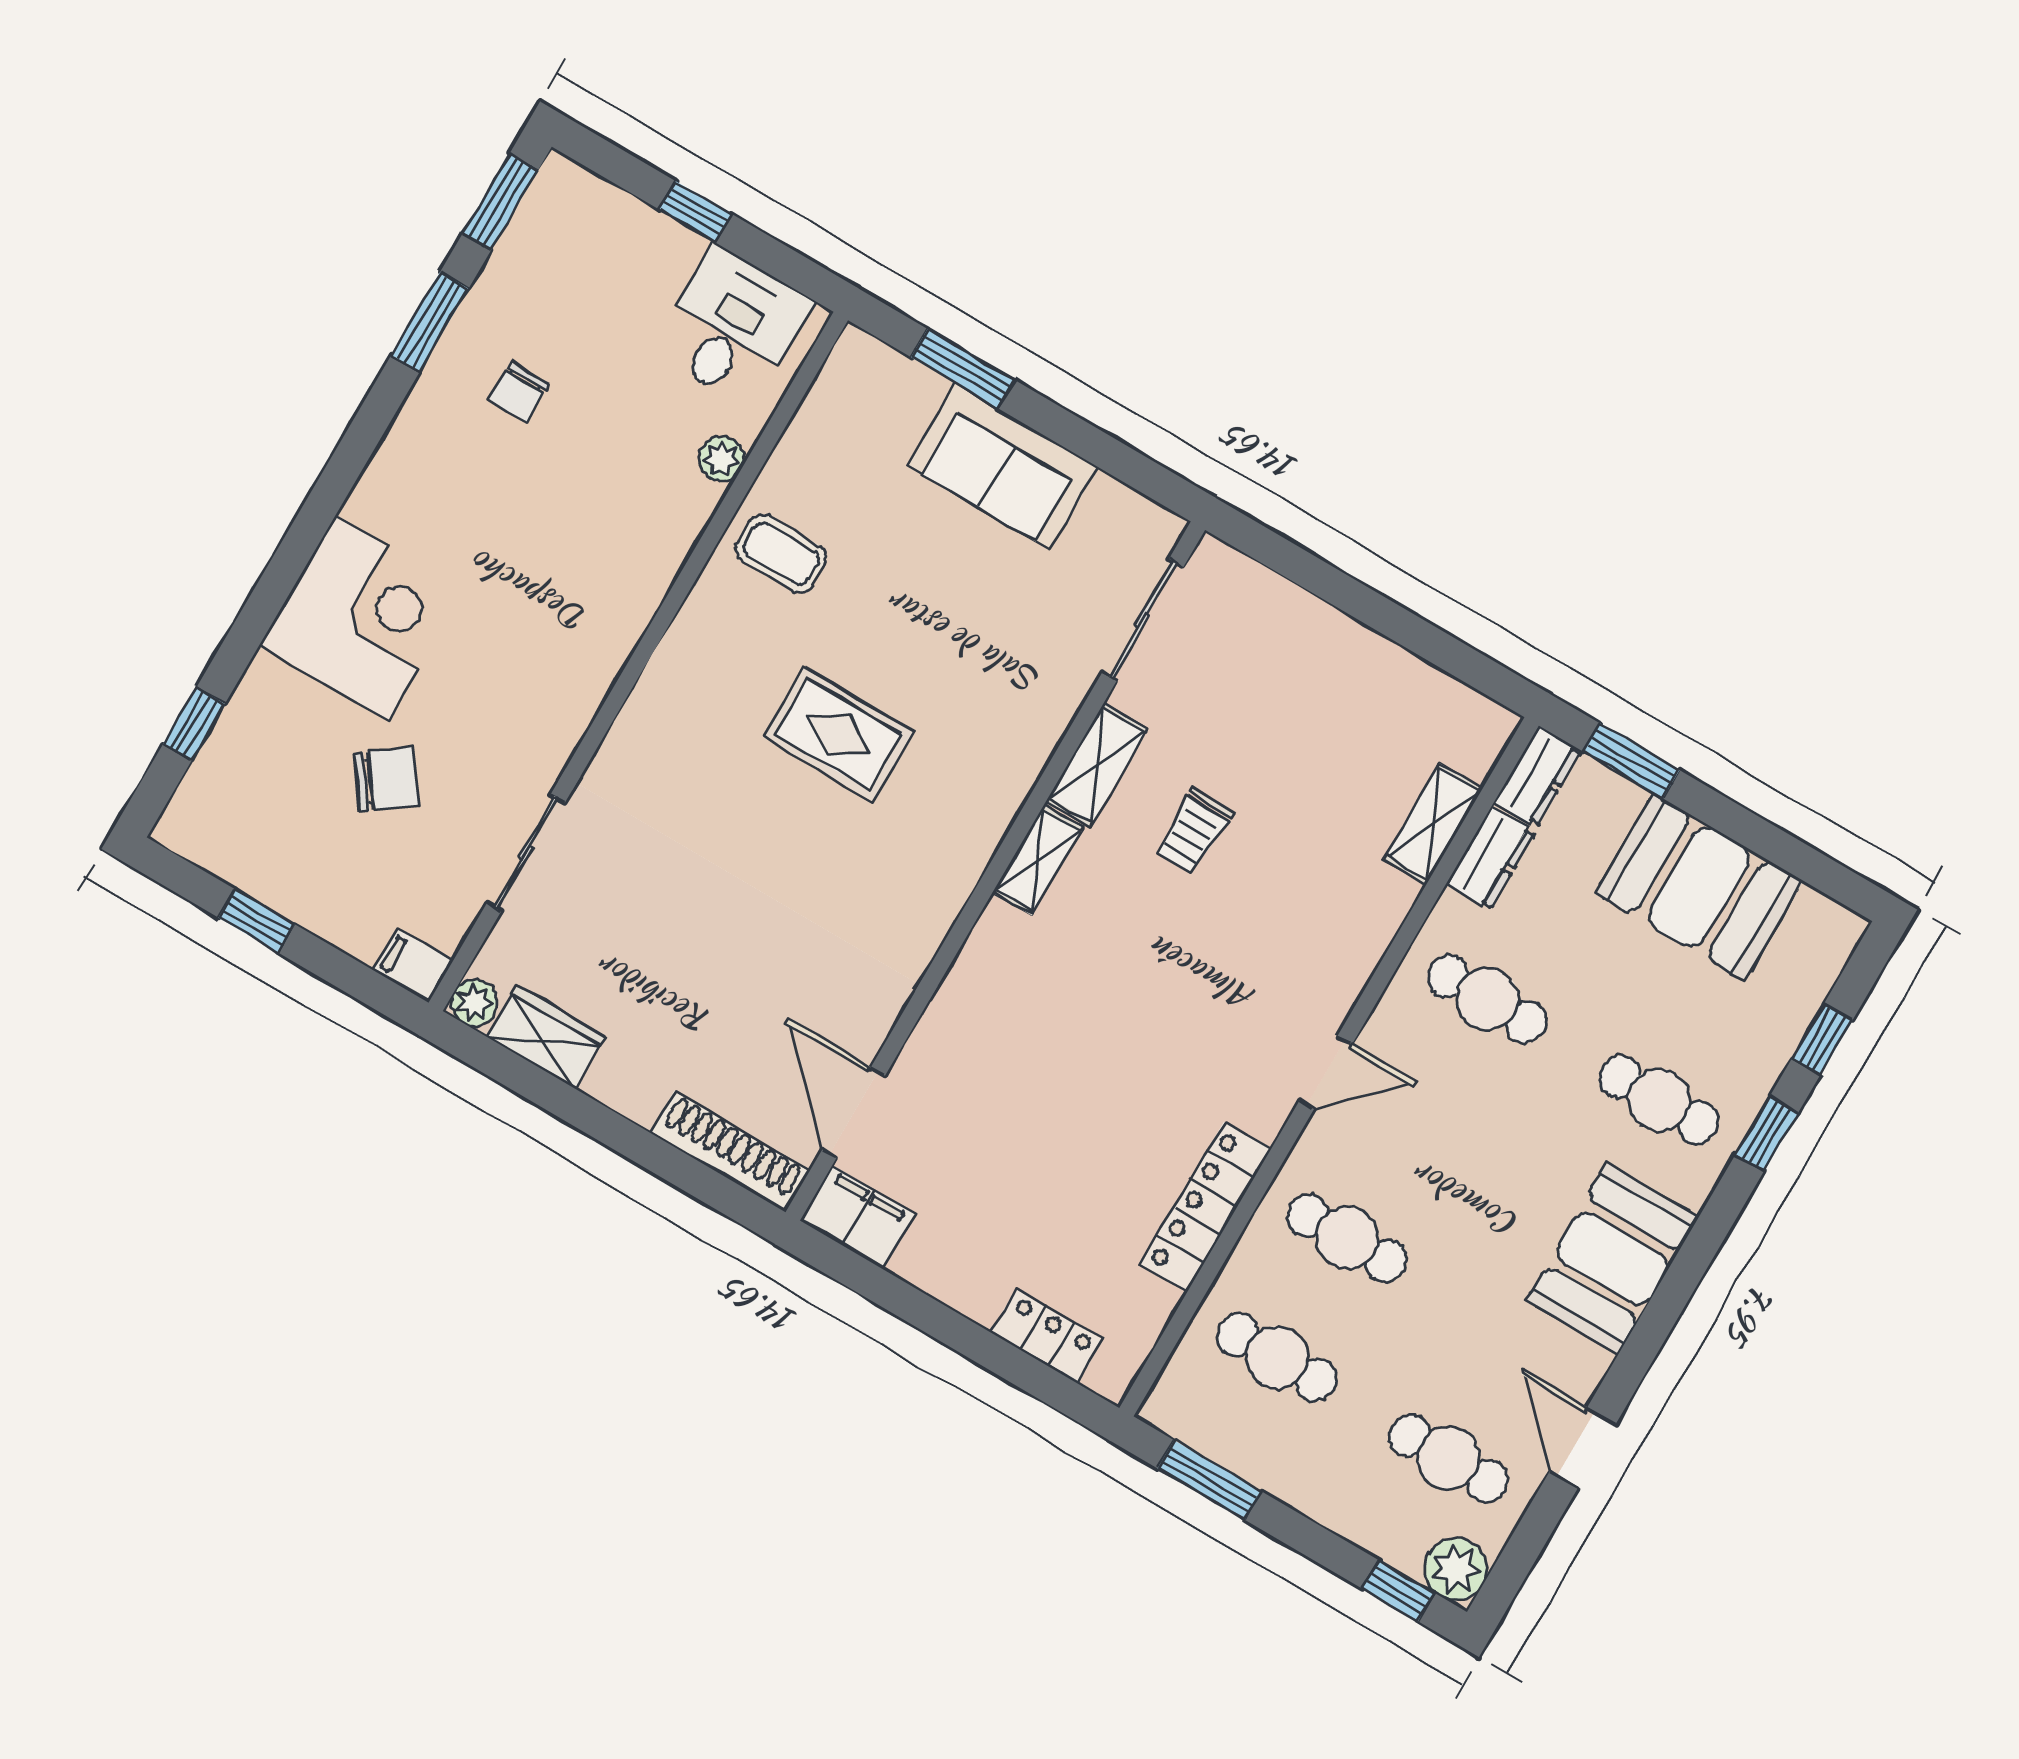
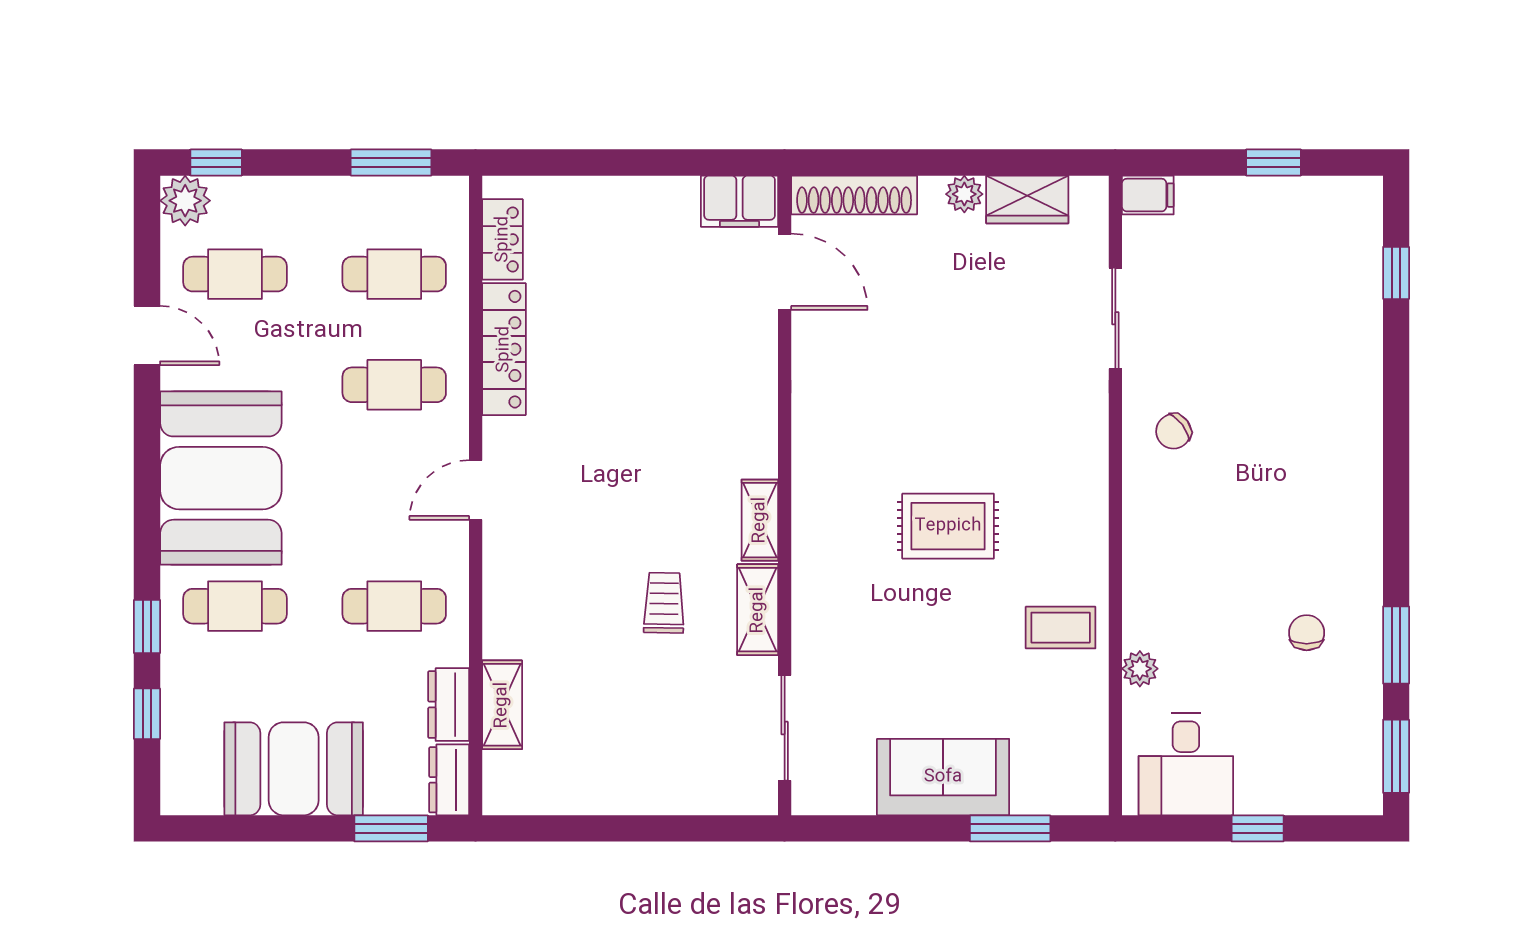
corner desk: (362, 618) -> (1323, 413), removed
chair: (386, 779) -> (1174, 431), moved, width x0.73, depth x0.73
plant: (474, 1003) -> (964, 194), moved
booth: (1613, 1258) -> (221, 478), width x1.36, depth x1.42
locker: (1047, 1336) -> (503, 239), moved, turned -90

